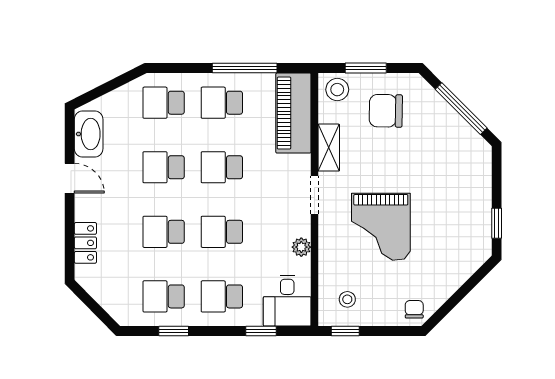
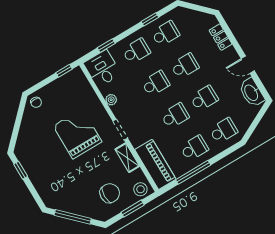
stool: (347, 299) -> (73, 87), removed

